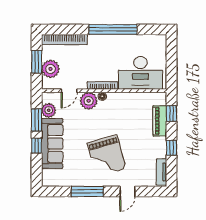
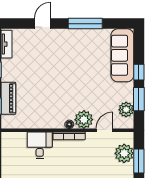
desk: (140, 73) -> (40, 145), width x0.53, depth x0.77
sofa: (52, 143) -> (122, 55), moved
grand piano: (107, 156) -> (65, 61), removed

